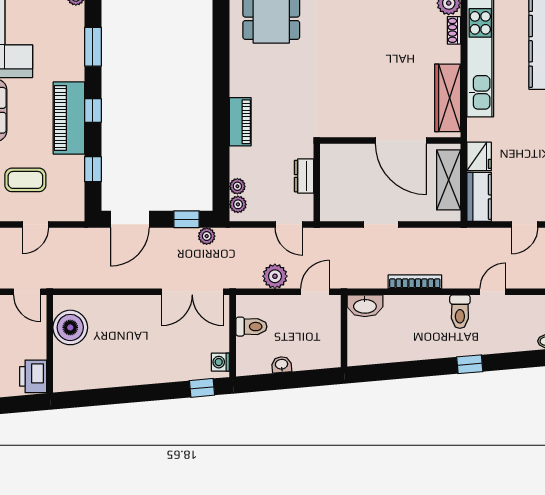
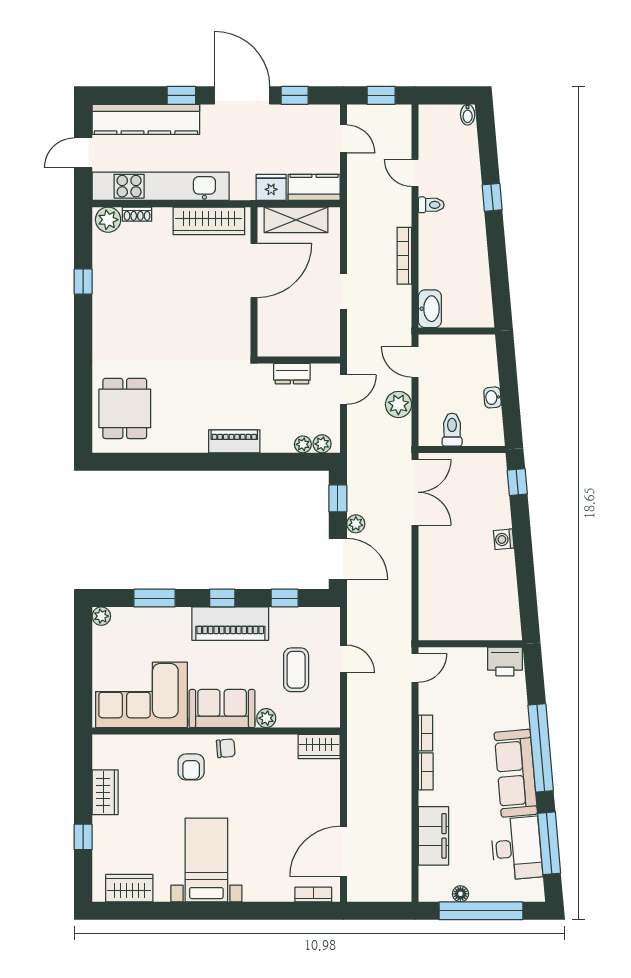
plant: (207, 236) -> (356, 524), moved
toilet: (460, 312) -> (431, 205), width x0.73, depth x0.72
boiler: (70, 327) -> (453, 622), removed
washing machine: (220, 362) -> (504, 539), moved, turned 85

